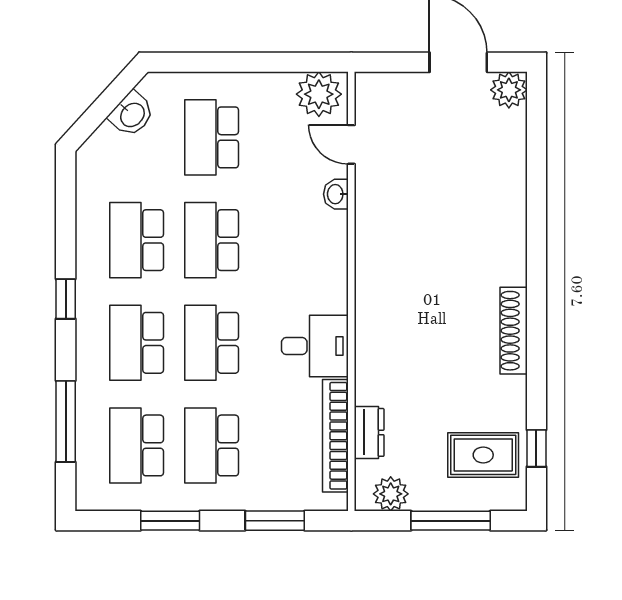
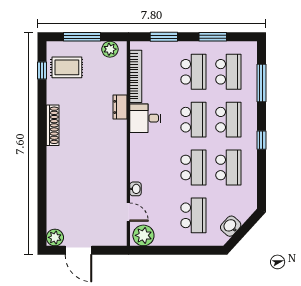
dresser: (369, 432) -> (120, 107), moved

